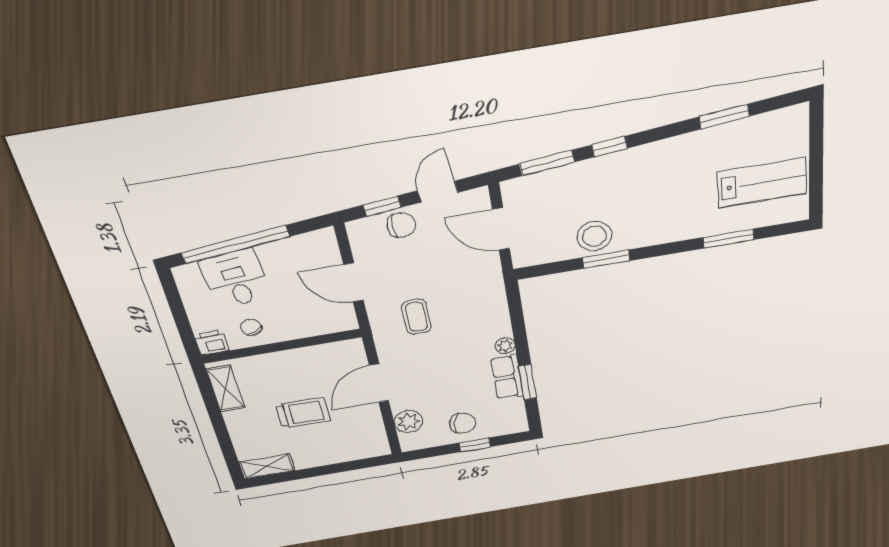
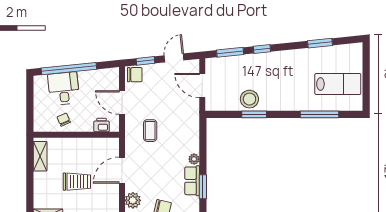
chair: (401, 225) -> (135, 75), moved
window: (729, 239) -> (319, 114), width x1.44
printer: (212, 343) -> (102, 125), moved

